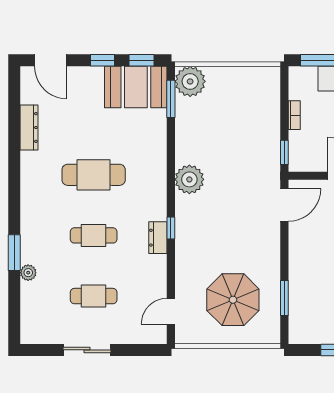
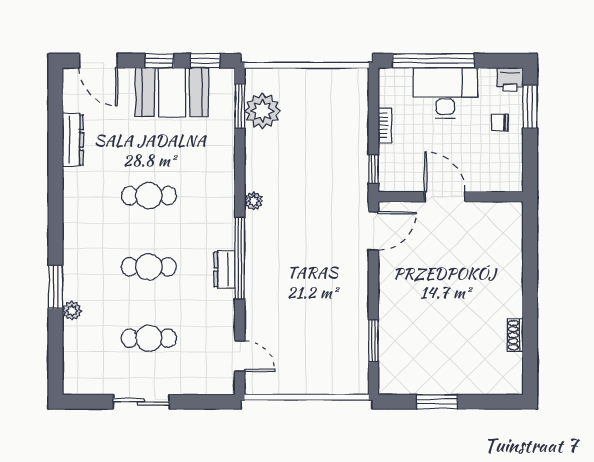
plant: (190, 81) -> (262, 111), moved
booth: (136, 87) -> (172, 92), moved
cafe table: (94, 175) -> (149, 196), width x0.73, depth x0.74
plant: (189, 179) -> (254, 201), width x0.53, depth x0.53
window: (171, 228) -> (240, 258), width x3.17
parasol: (233, 300) -> (313, 343), removed
door: (171, 311) -> (240, 356), swing flipped

